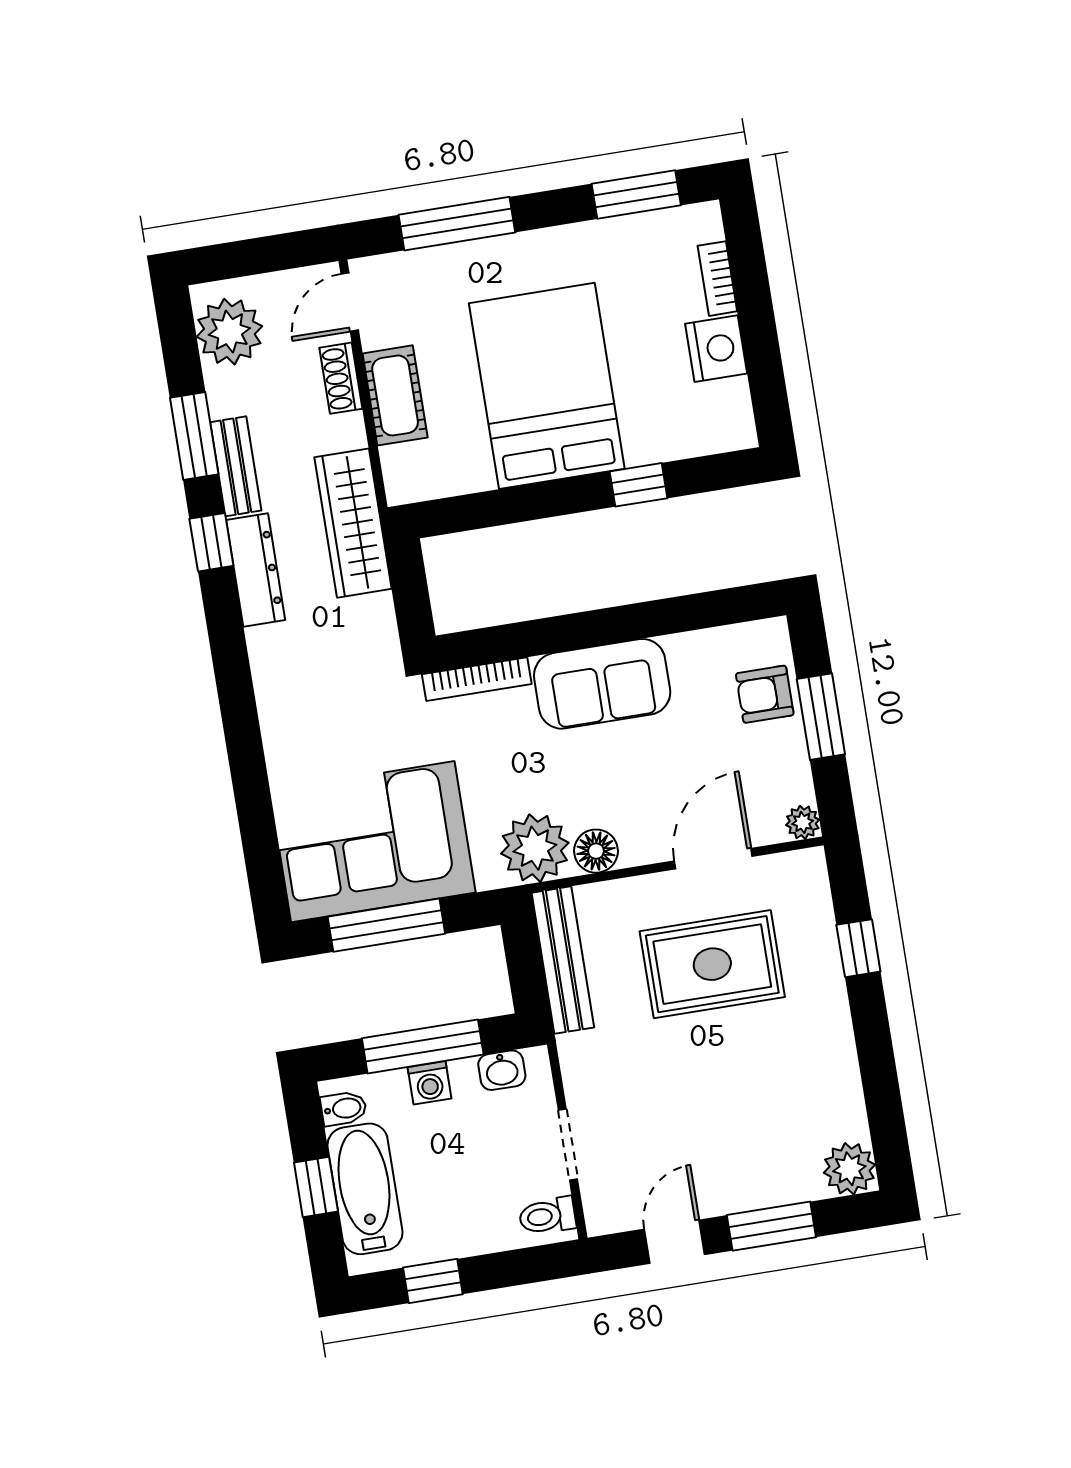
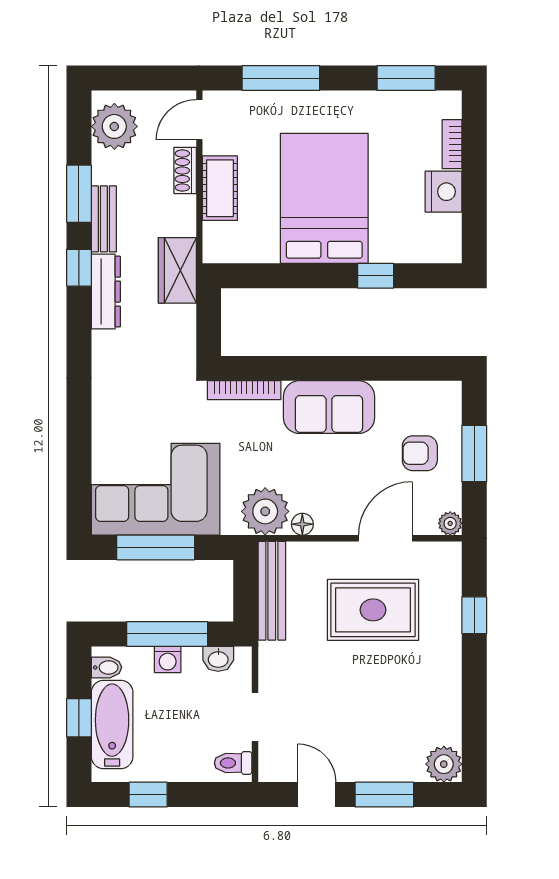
wardrobe: (353, 523) -> (177, 270), width x0.67
armchair: (765, 694) -> (420, 453), moved
floor lamp: (596, 851) -> (302, 524), width x0.73, depth x0.73
door: (674, 1242) -> (317, 795), hinge flipped

